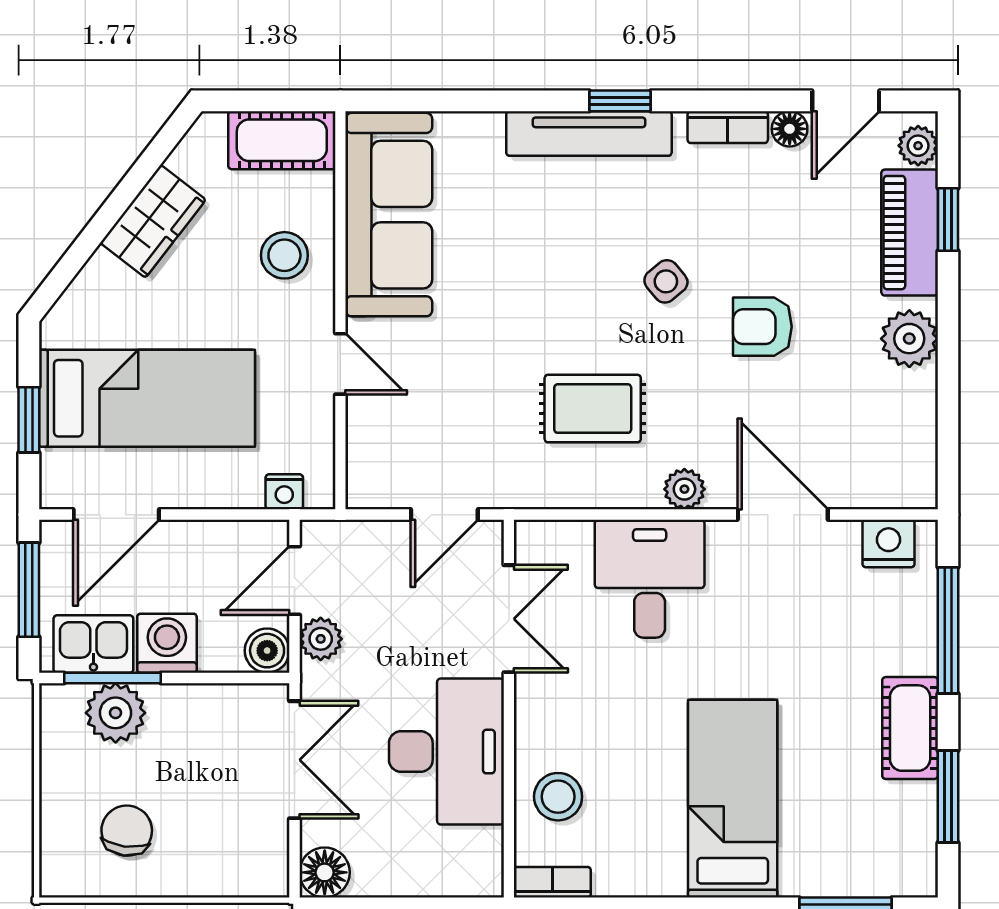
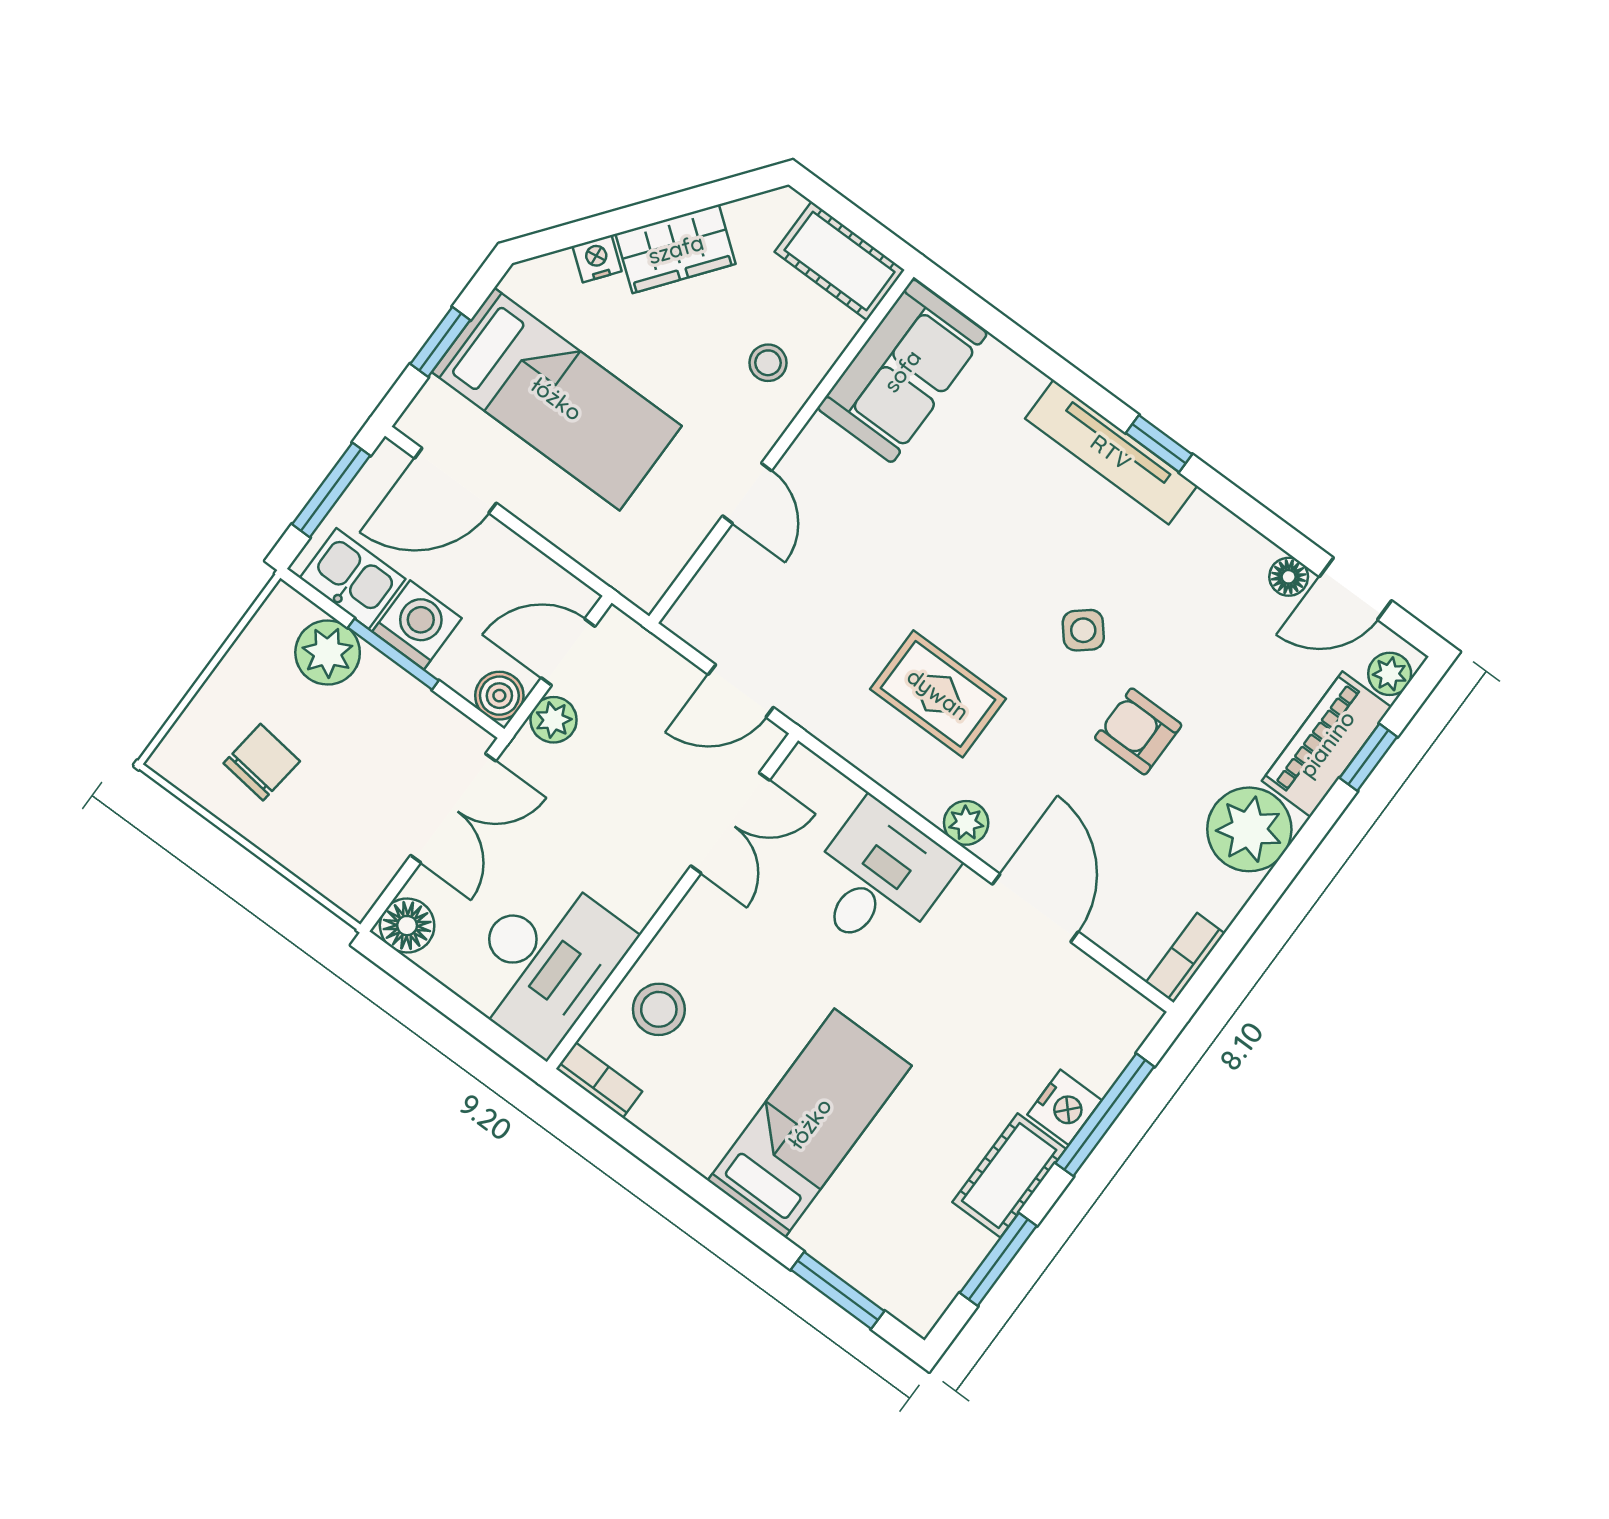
bookcase: (728, 127) -> (1185, 958), moved, turned 90
sofa: (389, 215) -> (902, 371), width x0.73
stool: (284, 255) -> (768, 363), width x0.73, depth x0.73
plant: (909, 339) -> (1249, 829), width x1.36, depth x1.36
nightstand: (284, 492) -> (597, 259), moved, turned 128
nightstand: (888, 544) -> (1065, 1107), moved, turned 90
window: (112, 678) -> (393, 654), moved
desk: (446, 752) -> (544, 962), moved

